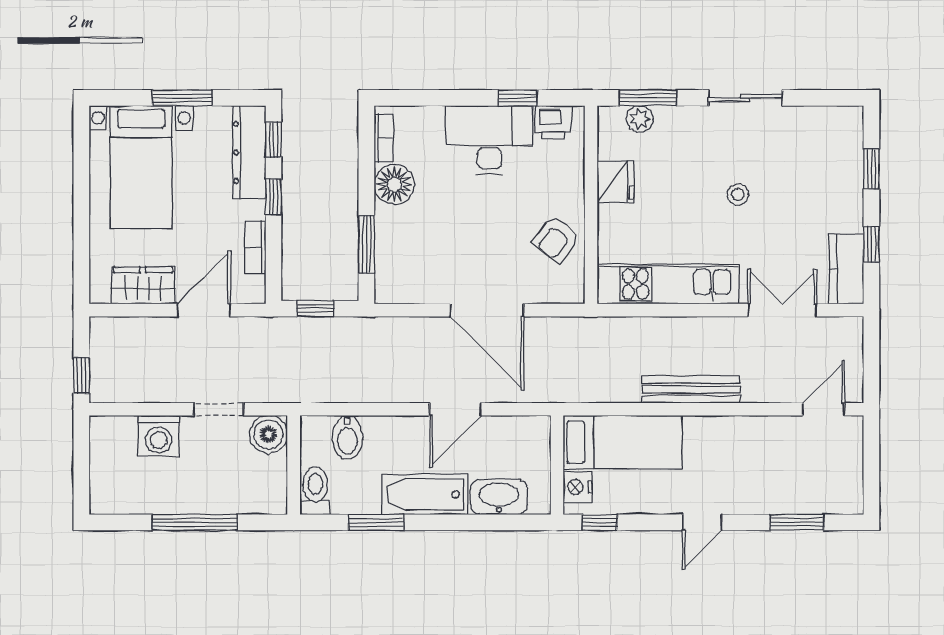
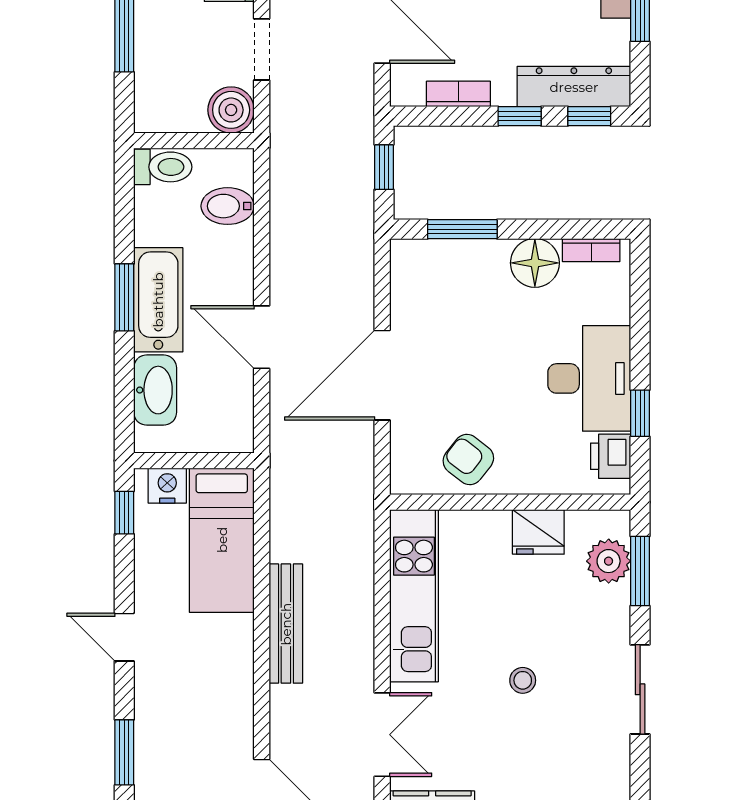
plant: (640, 119) -> (609, 561), width x1.38, depth x1.38
window: (376, 522) -> (124, 297), moved

